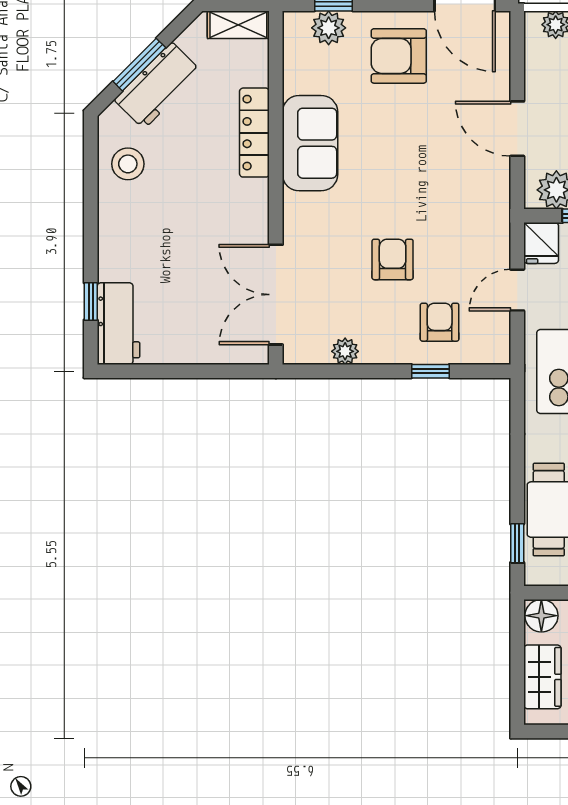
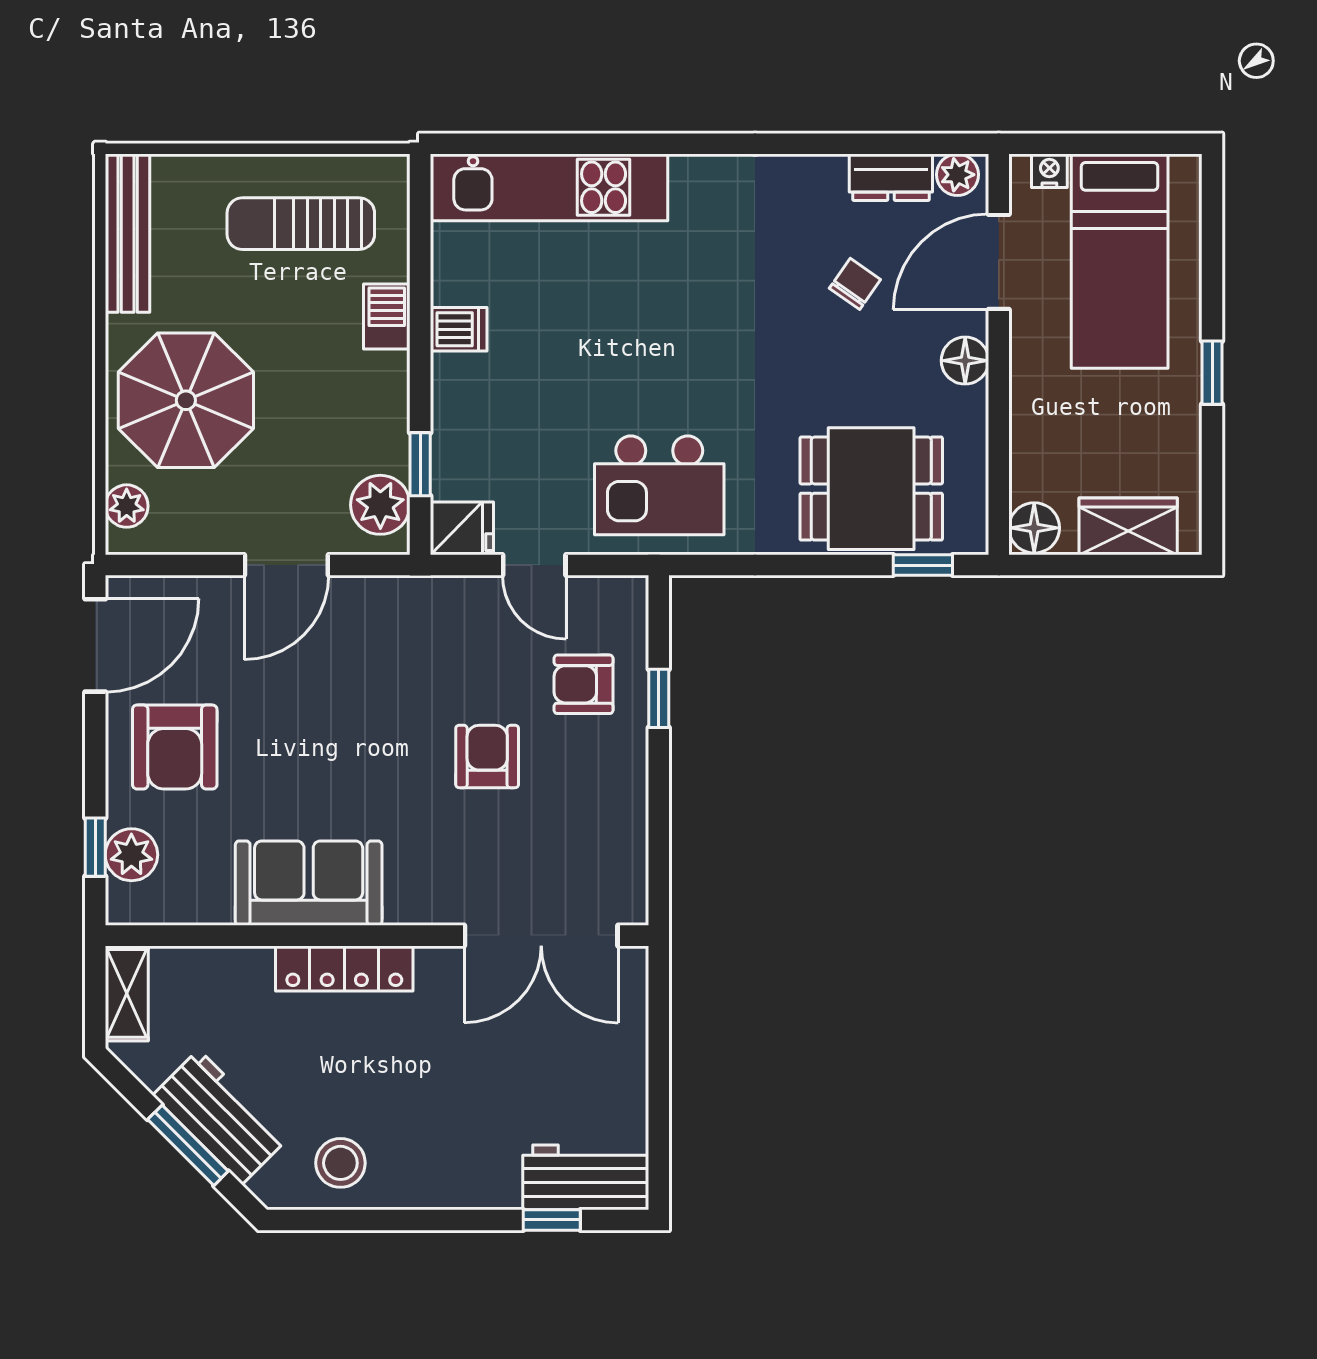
locker: (254, 133) -> (344, 968), moved
armchair: (393, 259) -> (487, 756), turned 90
plant: (345, 351) -> (628, 829), removed

